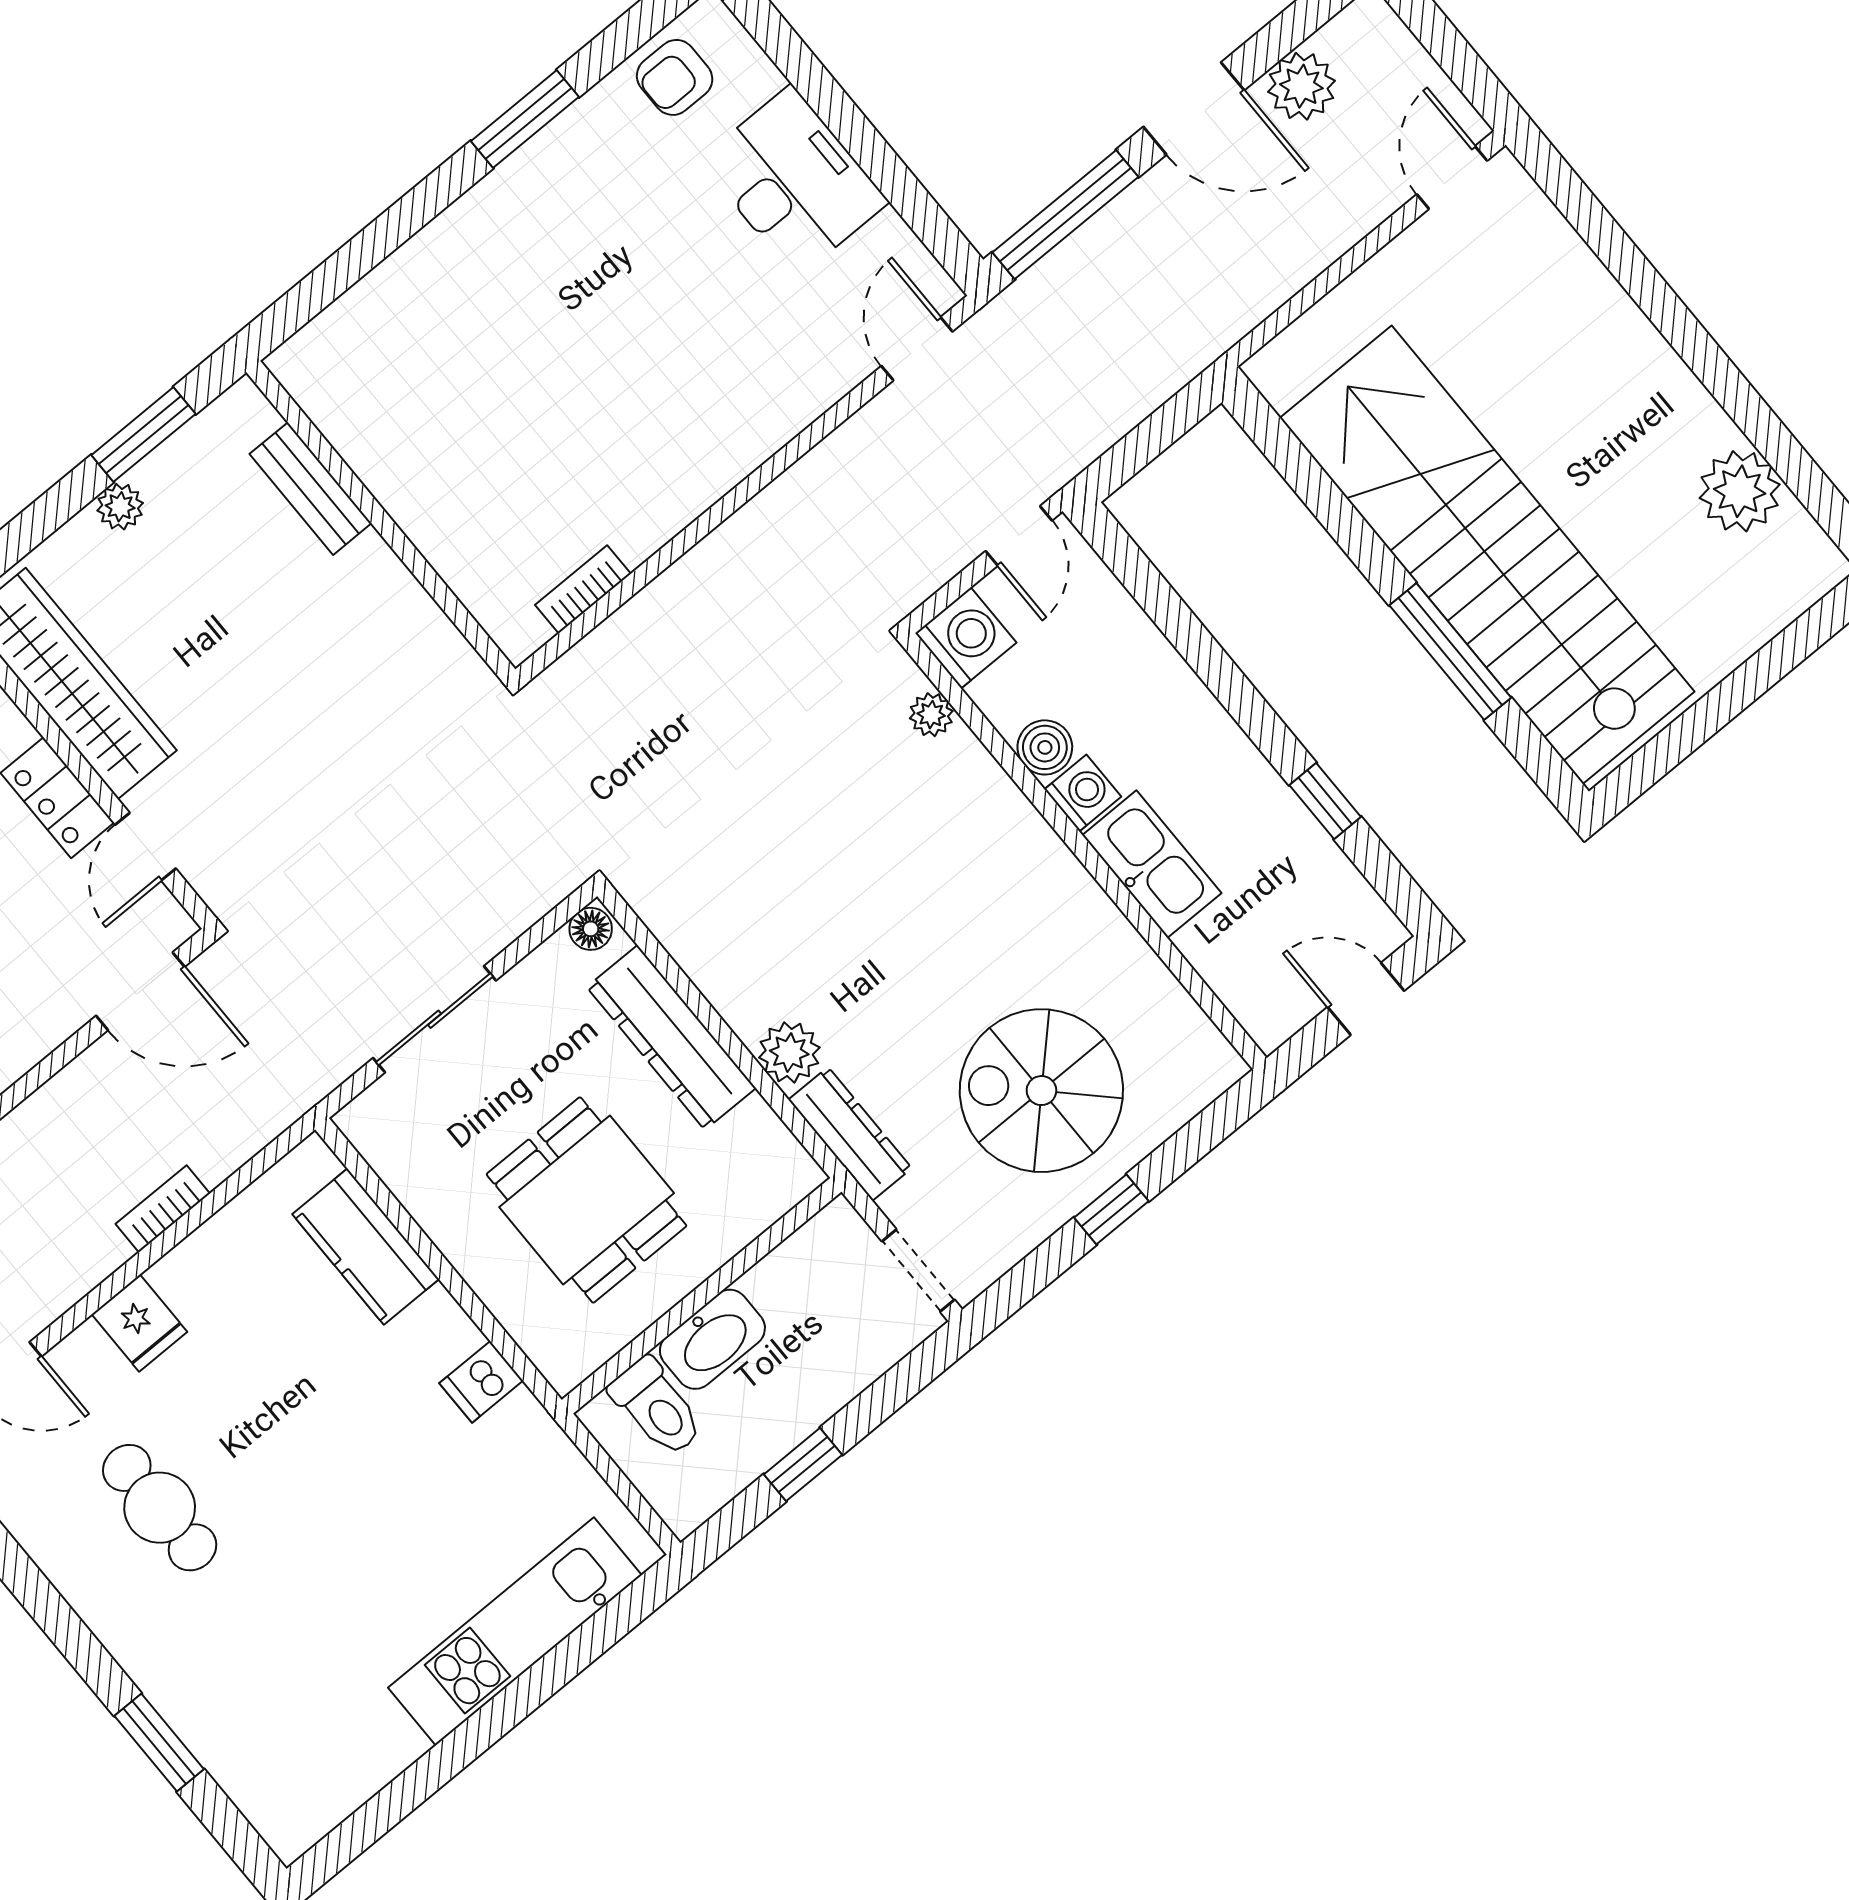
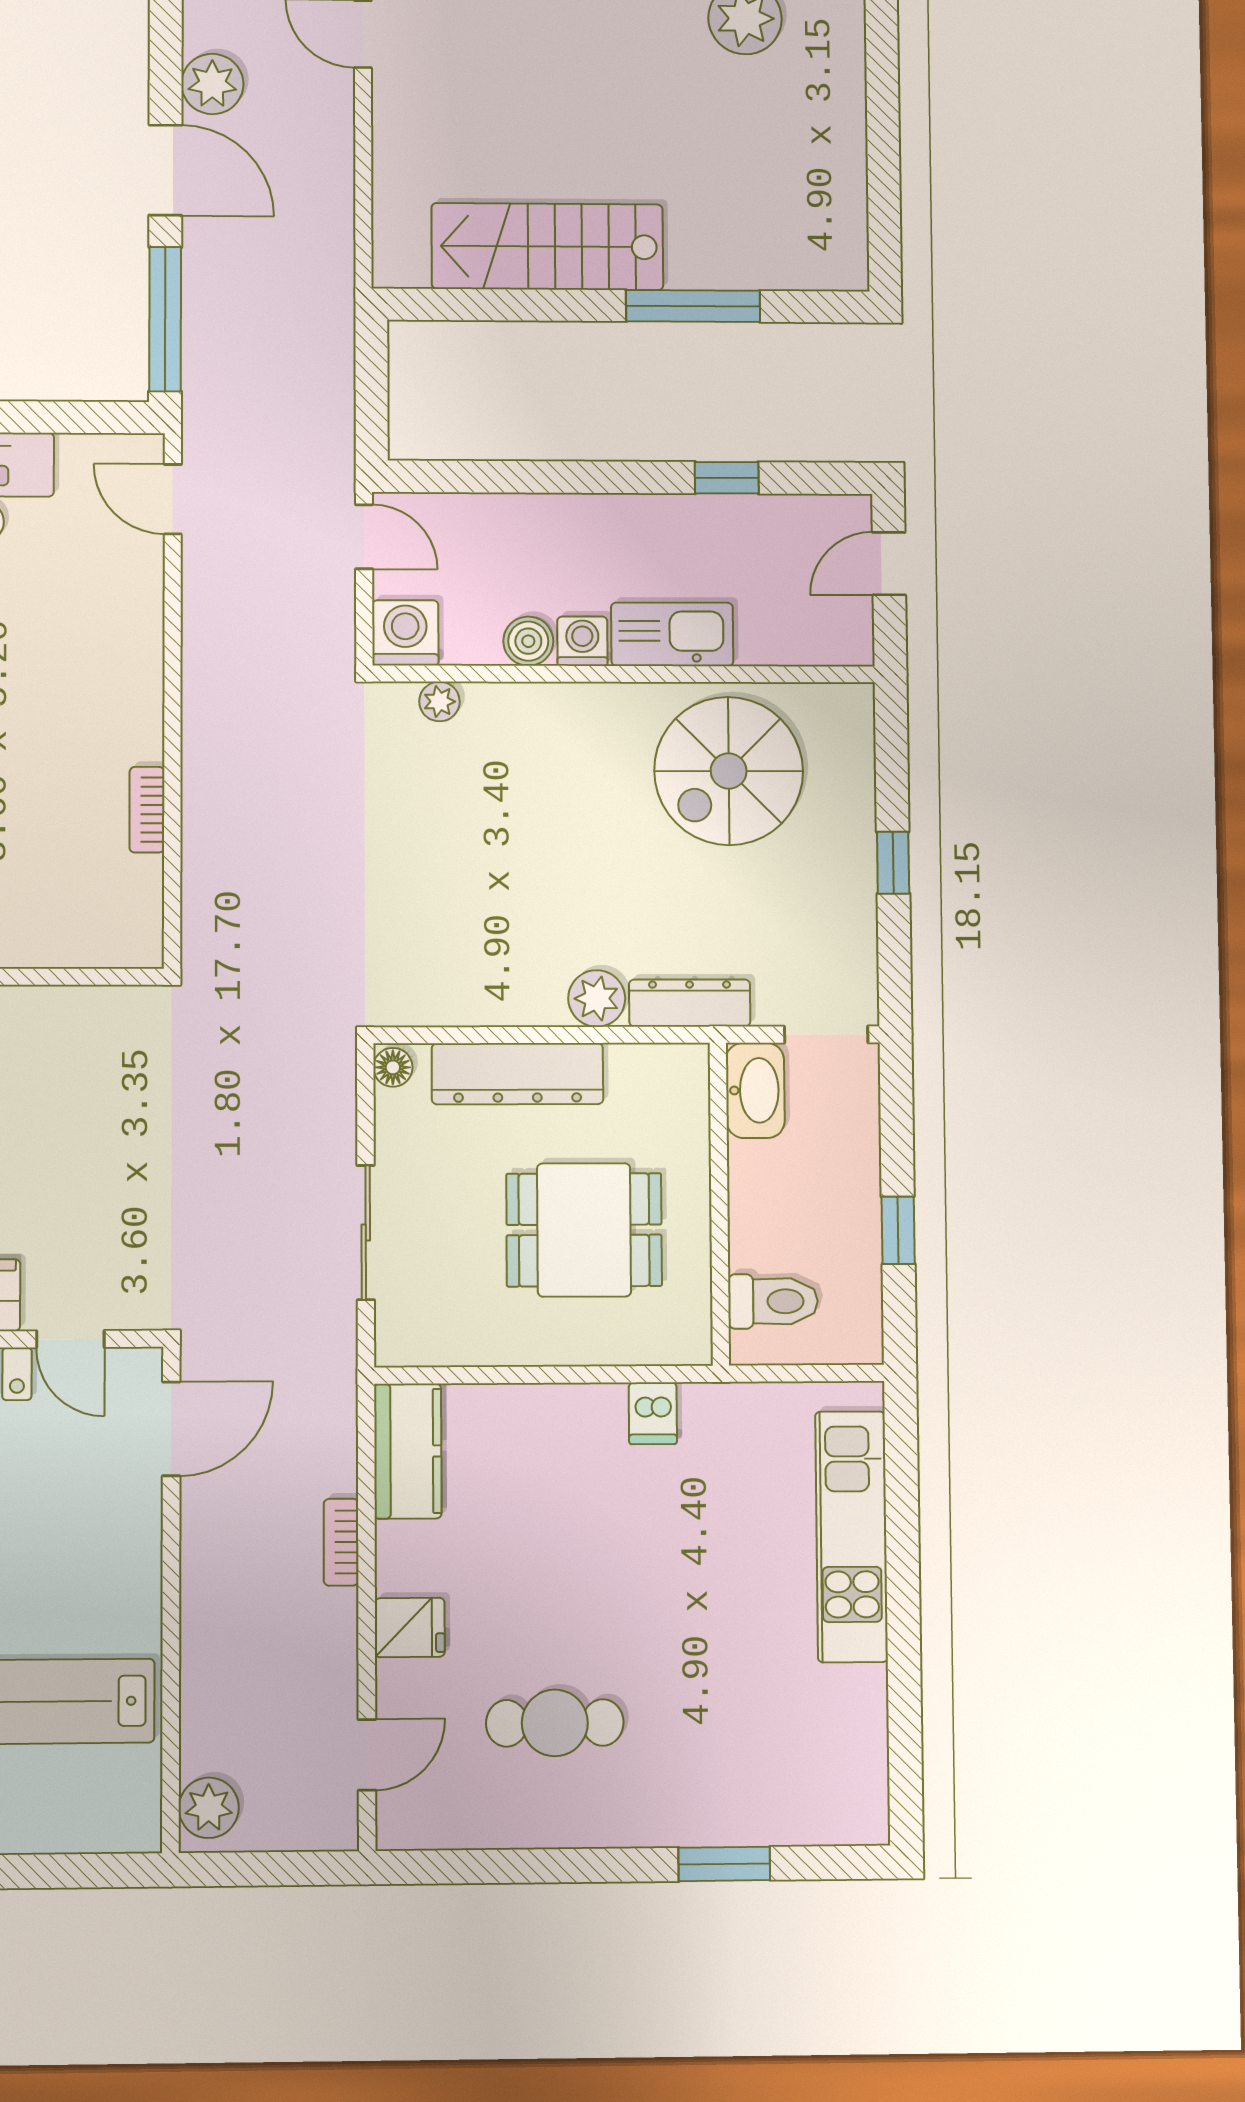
door: (1194, 108) -> (165, 170), hinge flipped
stairs: (1487, 555) -> (547, 247), width x0.54, depth x0.66
bookcase: (583, 589) -> (147, 810), moved
spiral stairs: (1041, 1091) -> (729, 771), moved
kitchen counter: (366, 1247) -> (408, 1451), moved, turned -90
washbasin: (712, 1339) -> (755, 1090), moved

